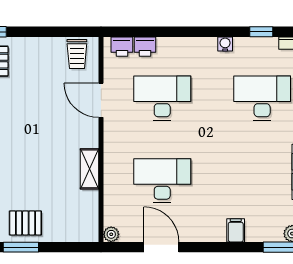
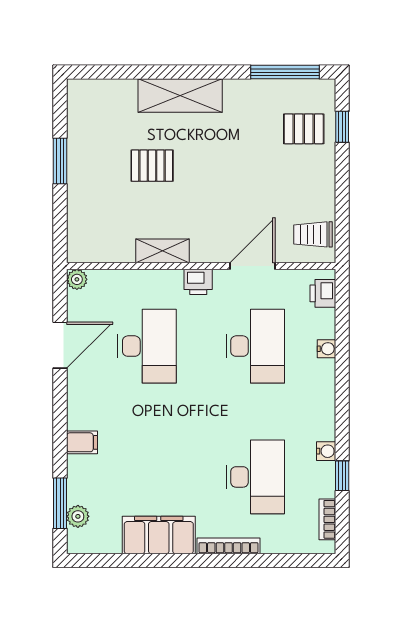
water cooler: (164, 44) -> (326, 349), added
water cooler: (225, 44) -> (326, 451), moved
printer: (145, 47) -> (198, 282), moved, turned -90
pallet: (25, 223) -> (152, 166), moved, turned 90

